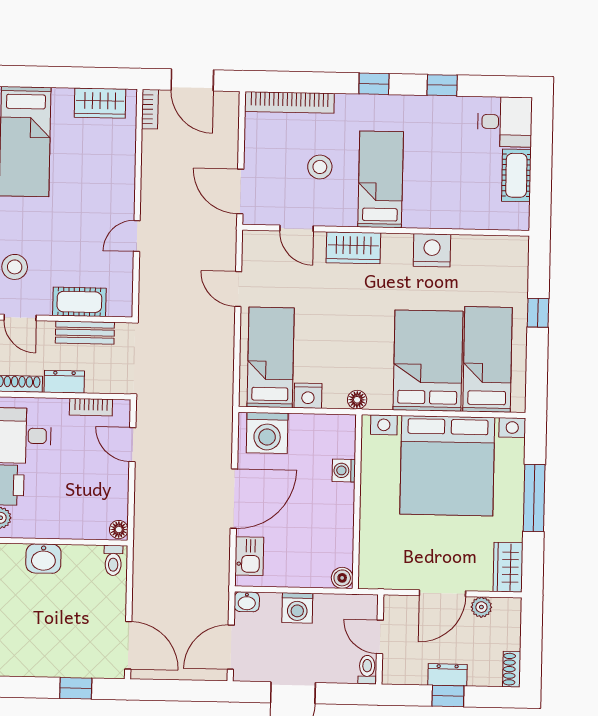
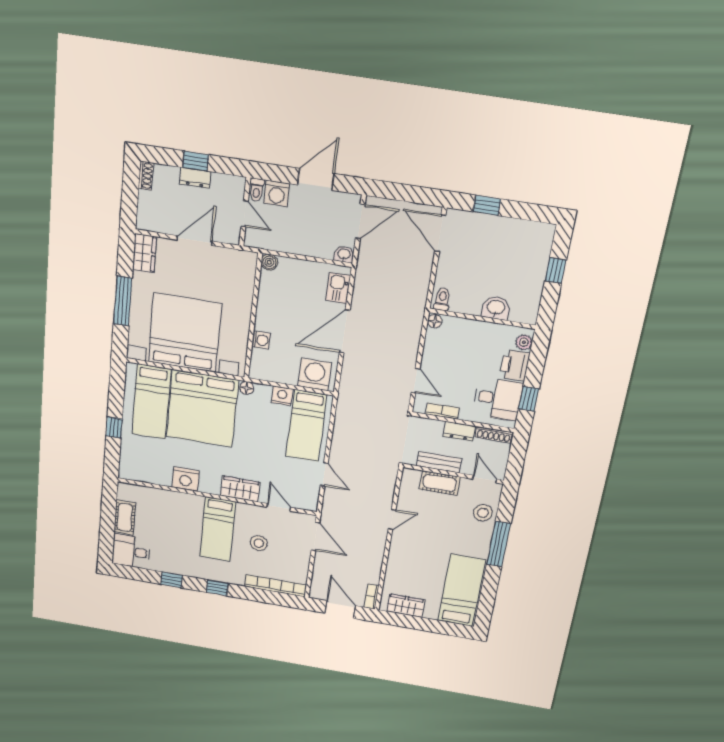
bed: (428, 361) -> (202, 409), width x1.36
plant: (481, 607) -> (166, 226), removed
washing machine: (297, 608) -> (277, 194), moved, turned 180

